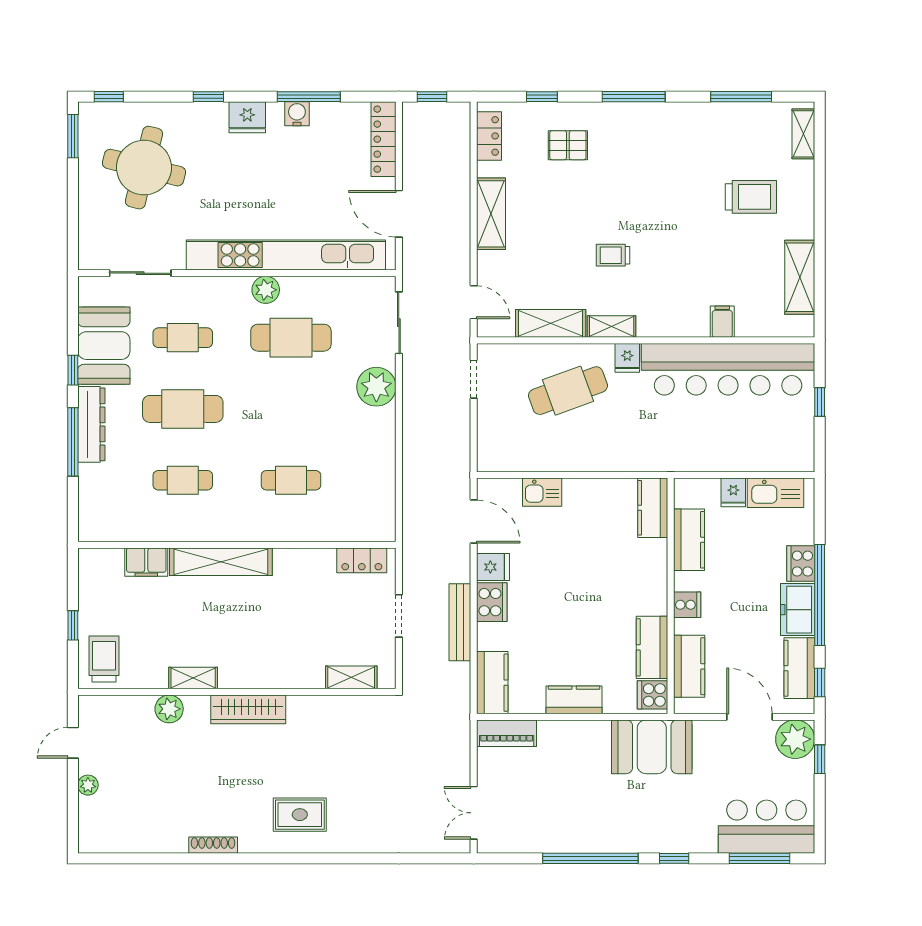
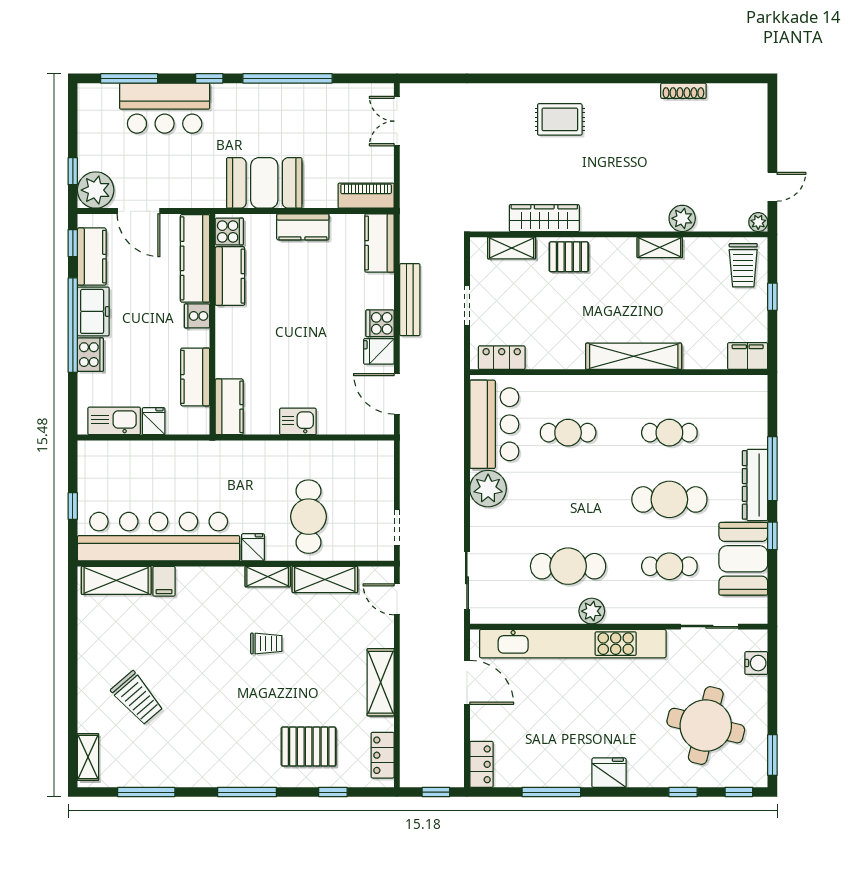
window: (208, 97) -> (683, 792), moved
water cooler: (297, 114) -> (756, 663), moved, turned -90
locker: (383, 139) -> (481, 764), width x0.66
pallet: (568, 145) -> (309, 747), width x1.50, depth x1.42
trolley: (751, 197) -> (137, 698), turned -131
shelving: (800, 277) -> (116, 580), moved, turned 90
plant: (376, 387) -> (488, 489), moved
cafe table: (568, 391) -> (309, 517), turned -70
bar counter: (370, 489) -> (494, 424), added
kitchen sink: (542, 492) -> (298, 421), moved
filing cabinet: (146, 562) -> (748, 356), moved
cooker: (492, 602) -> (380, 323), width x0.73
kitchen counter: (689, 666) -> (195, 258), width x1.50
pallet: (290, 668) -> (569, 257), added
wardrobe: (248, 709) -> (544, 218), moved
booth: (652, 747) -> (264, 183), moved
plant: (88, 785) -> (758, 222), moved
double door: (474, 813) -> (397, 121), swing flipped
bar counter: (767, 827) -> (165, 108), moved
shoe rack: (213, 845) -> (683, 91), moved

